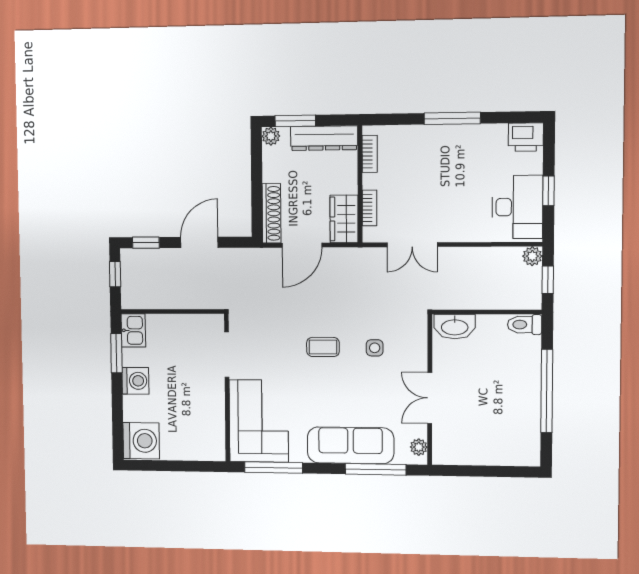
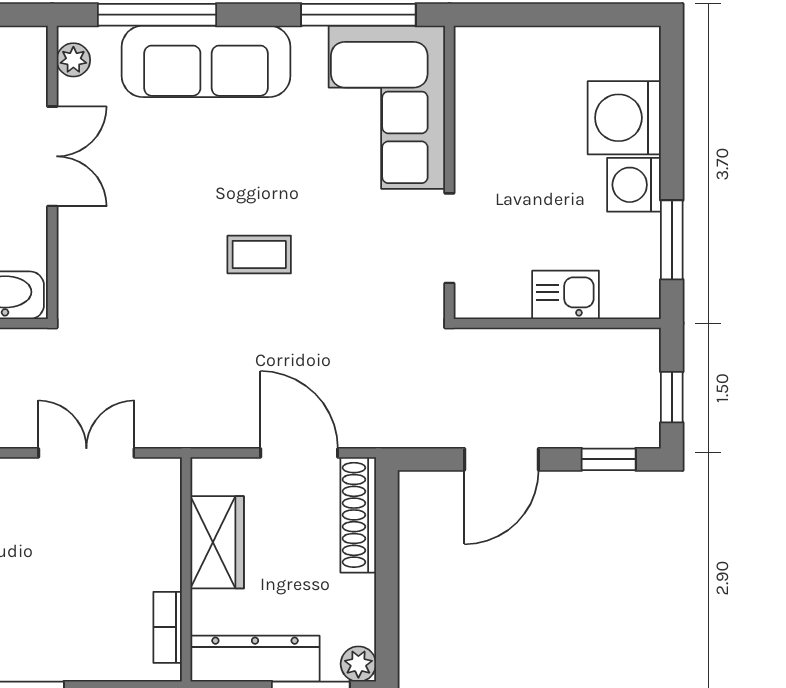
bookcase: (370, 208) -> (168, 524), removed
wardrobe: (344, 219) -> (217, 542), moved
door: (302, 245) -> (299, 453), hinge flipped
kitchen sink: (133, 330) -> (566, 295), moved, turned 90
side table: (375, 348) -> (159, 253), removed
washing machine: (141, 441) -> (624, 118), moved

